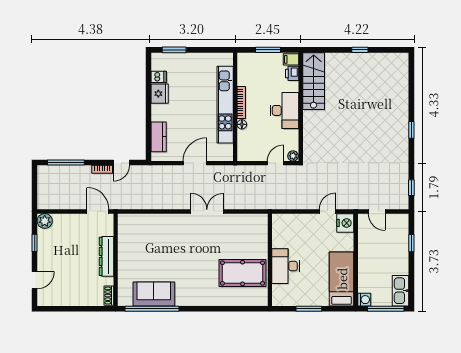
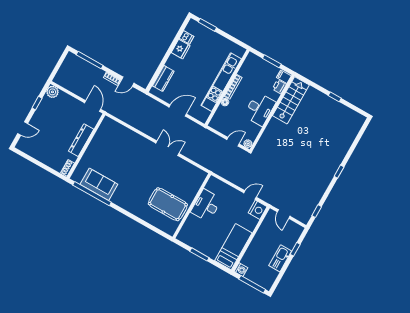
desk: (286, 266) -> (206, 205), moved
kitchen sink: (401, 291) -> (280, 258), moved

